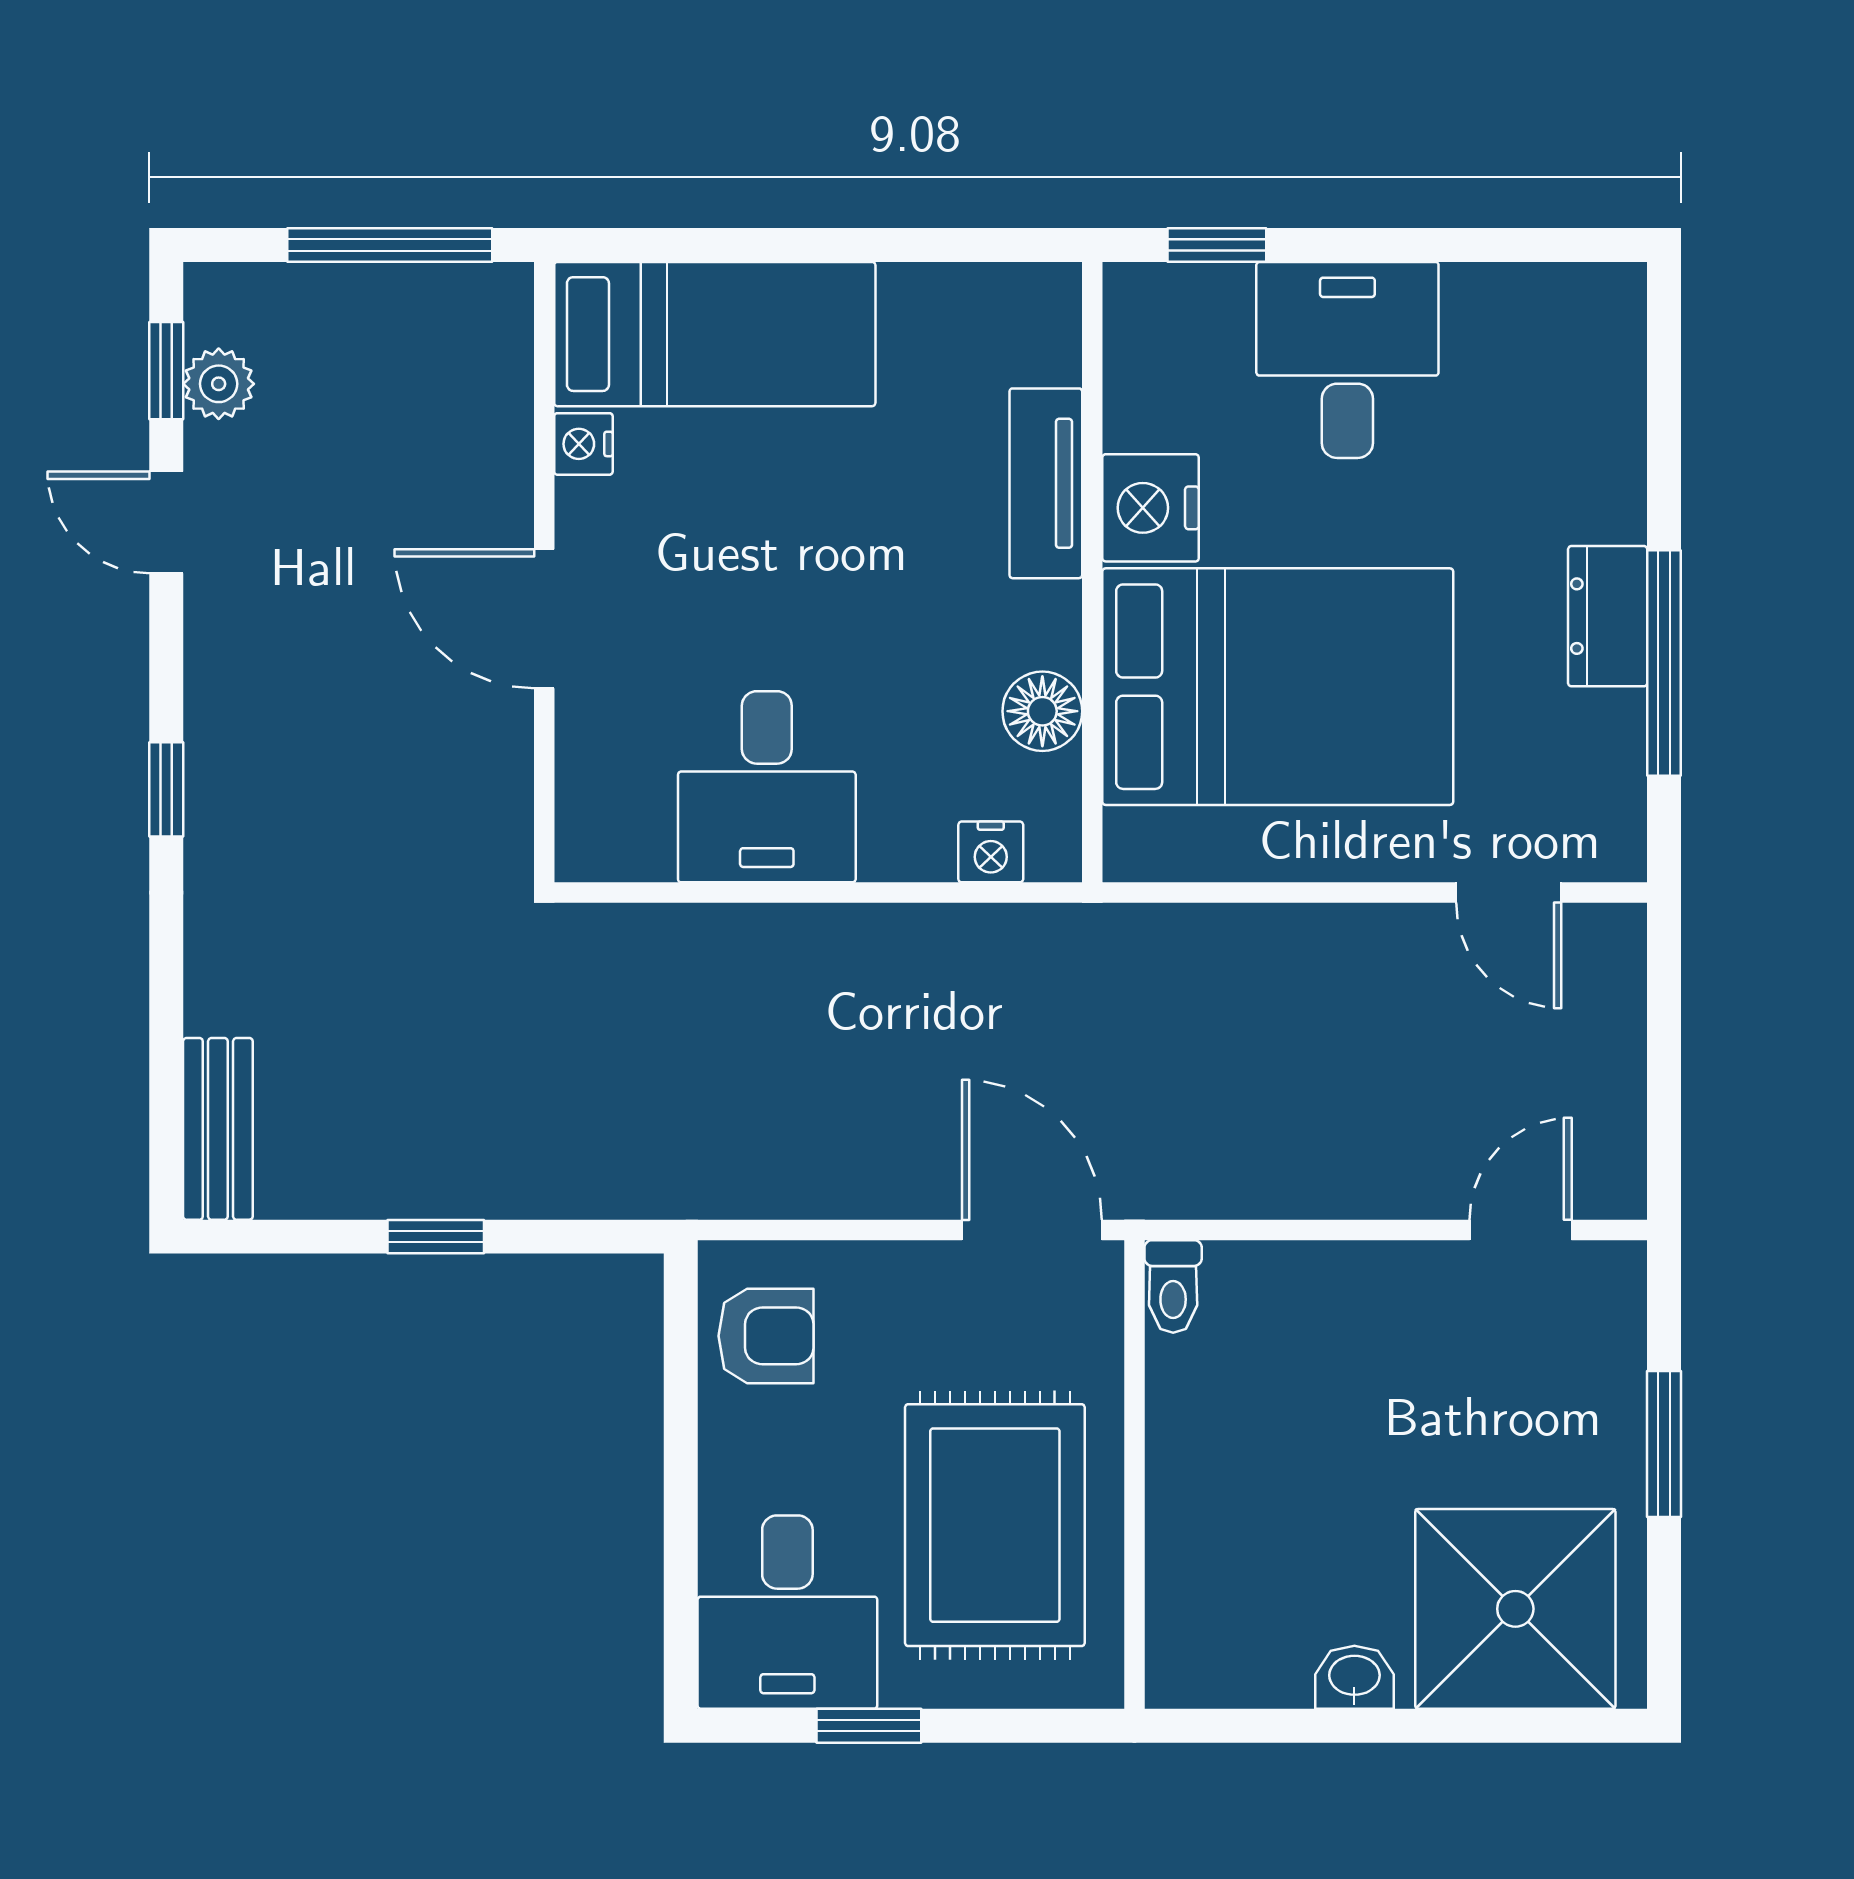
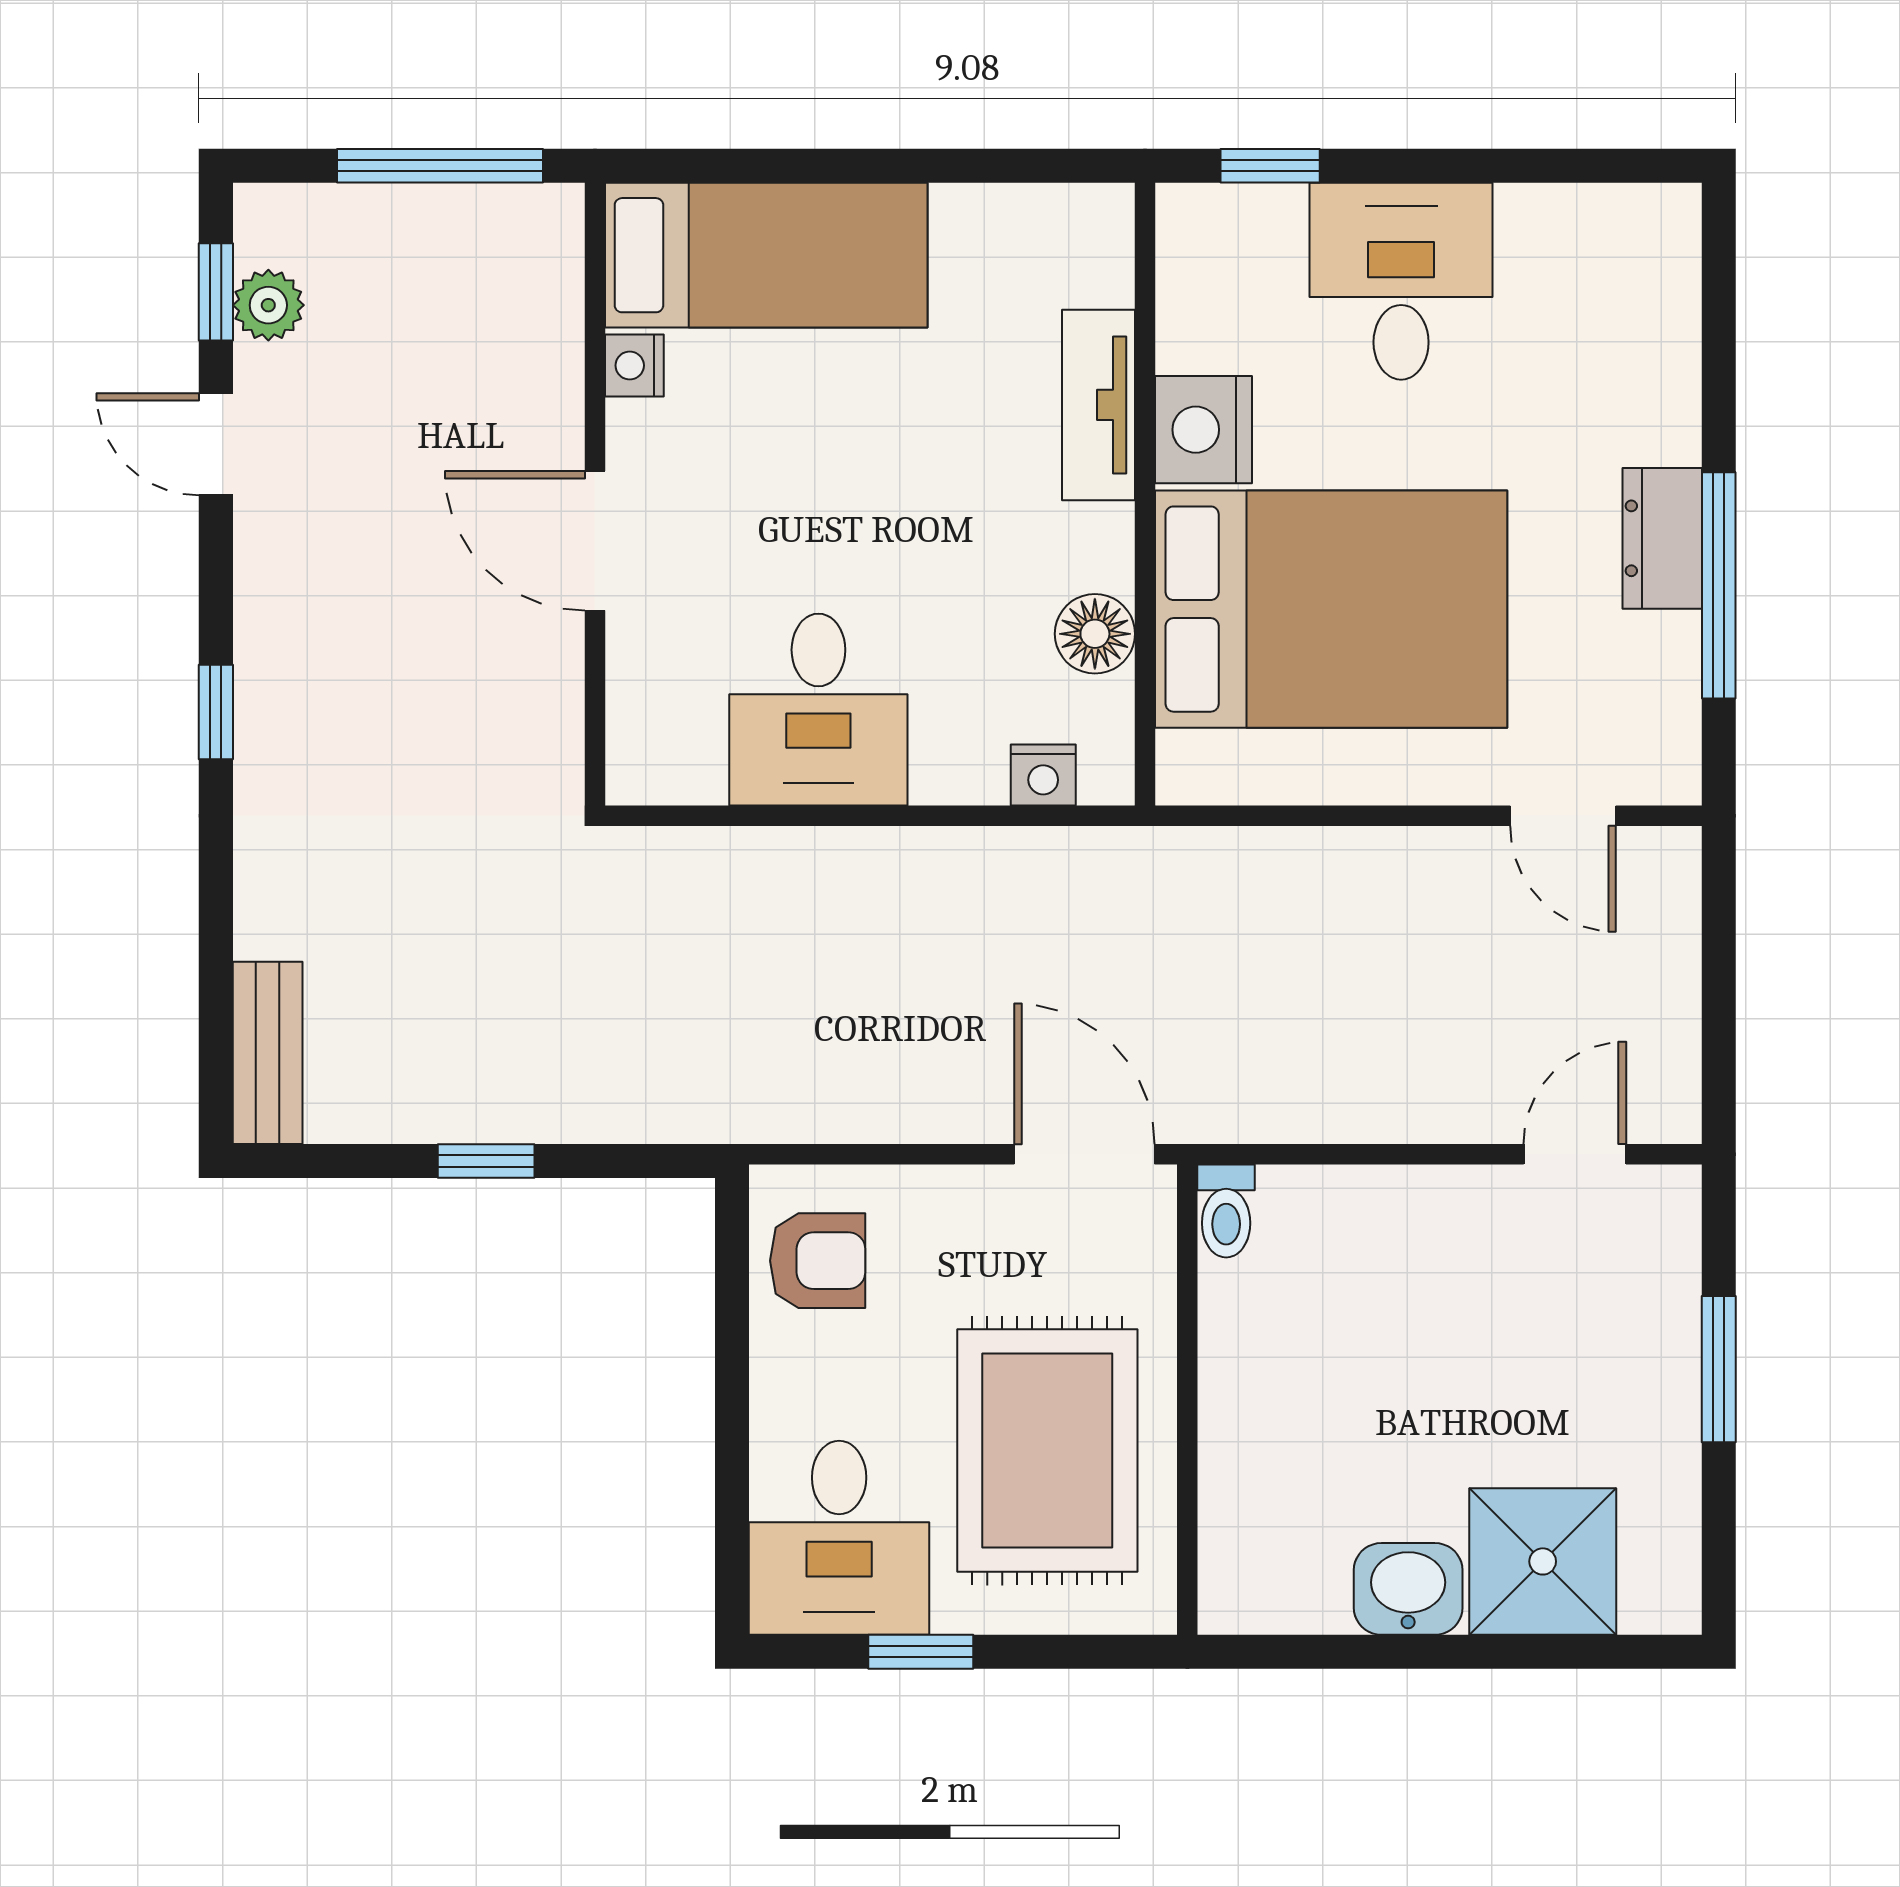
shower: (1515, 1609) -> (1543, 1561), width x0.73, depth x0.73
washbasin: (1354, 1677) -> (1408, 1589), width x1.38, depth x1.45

